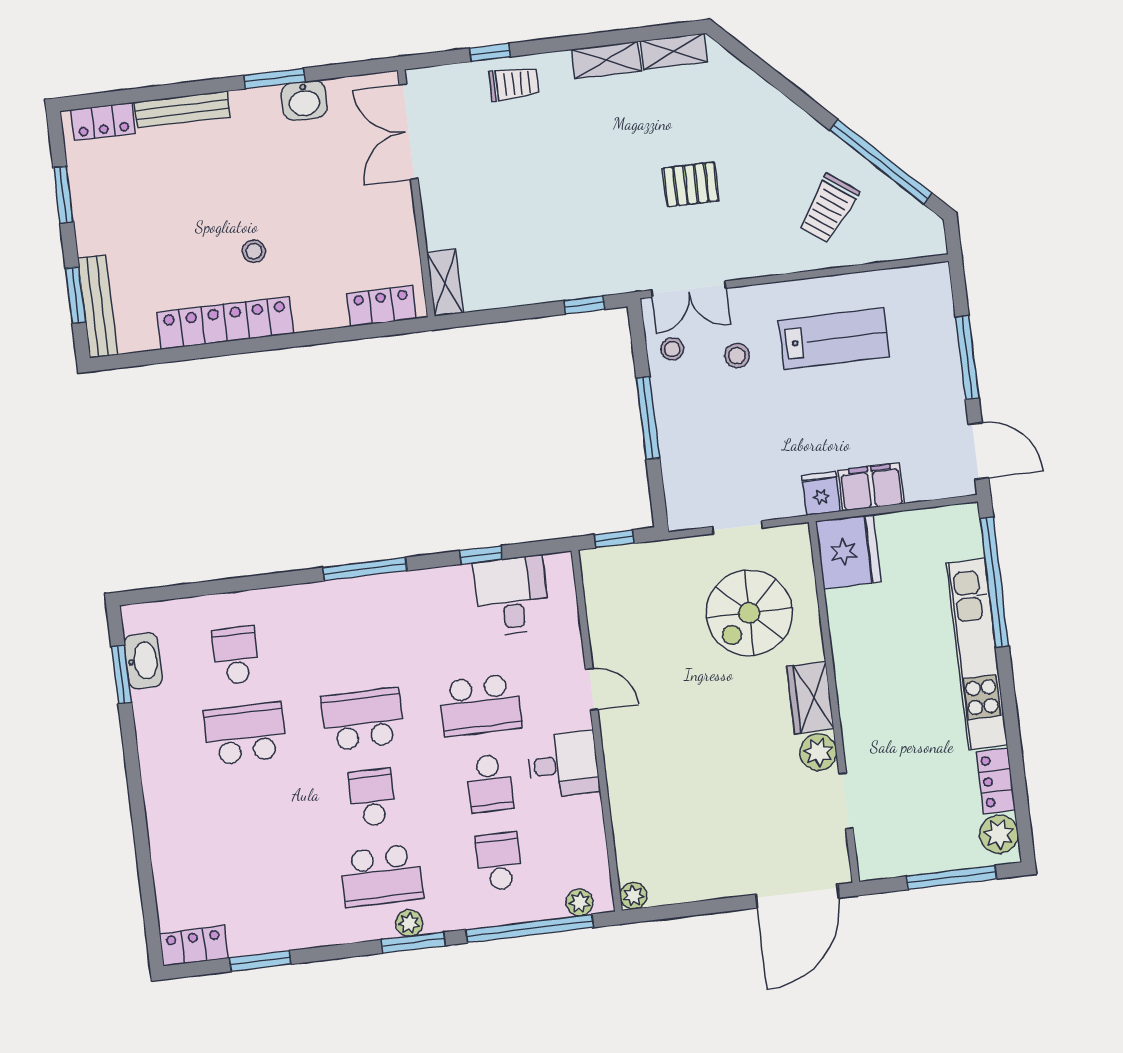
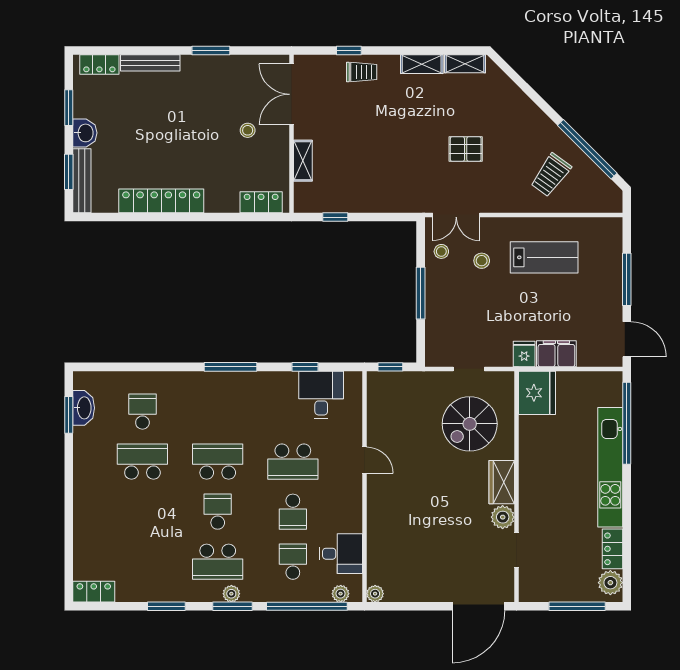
washbasin: (304, 100) -> (85, 133), moved, turned -90
stool: (254, 251) -> (248, 130), moved
shelving: (445, 283) -> (303, 161), moved
window: (584, 305) -> (335, 217), moved
desk: (563, 764) -> (341, 554), moved
window: (260, 961) -> (166, 606), moved

